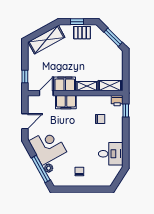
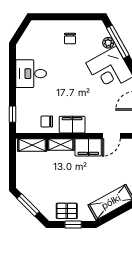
printer: (117, 101) -> (23, 126), removed
filing cabinet: (66, 102) -> (72, 125), moved
chair: (100, 119) -> (47, 121), moved
desk: (111, 154) -> (31, 74), moved

